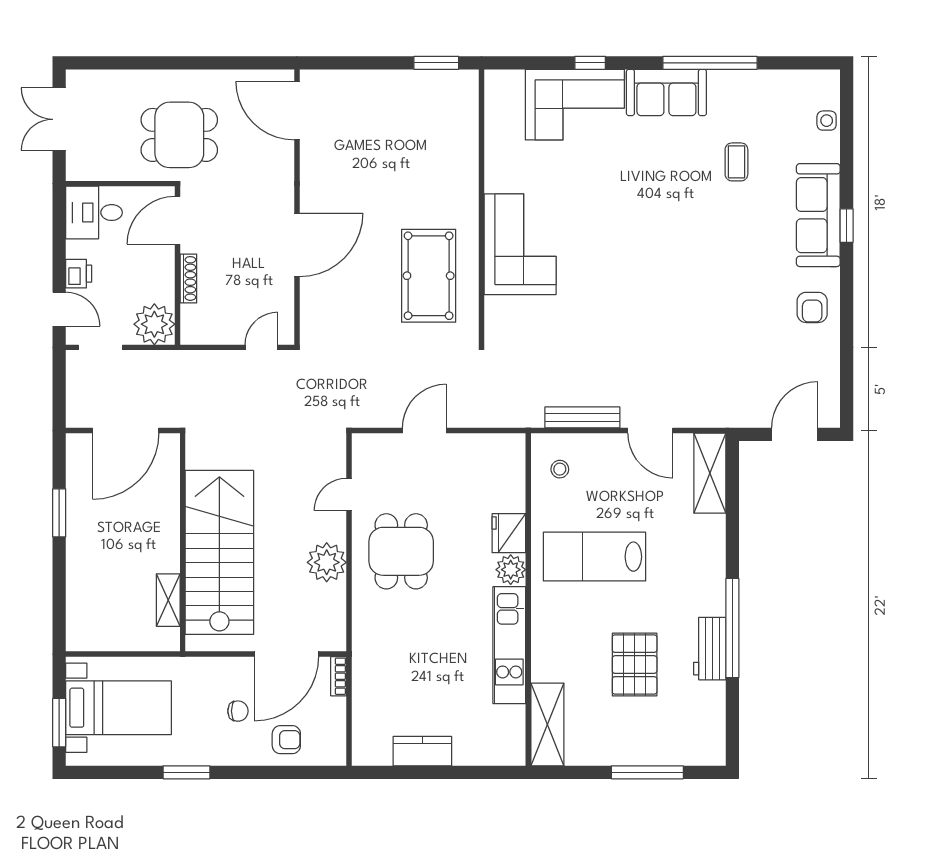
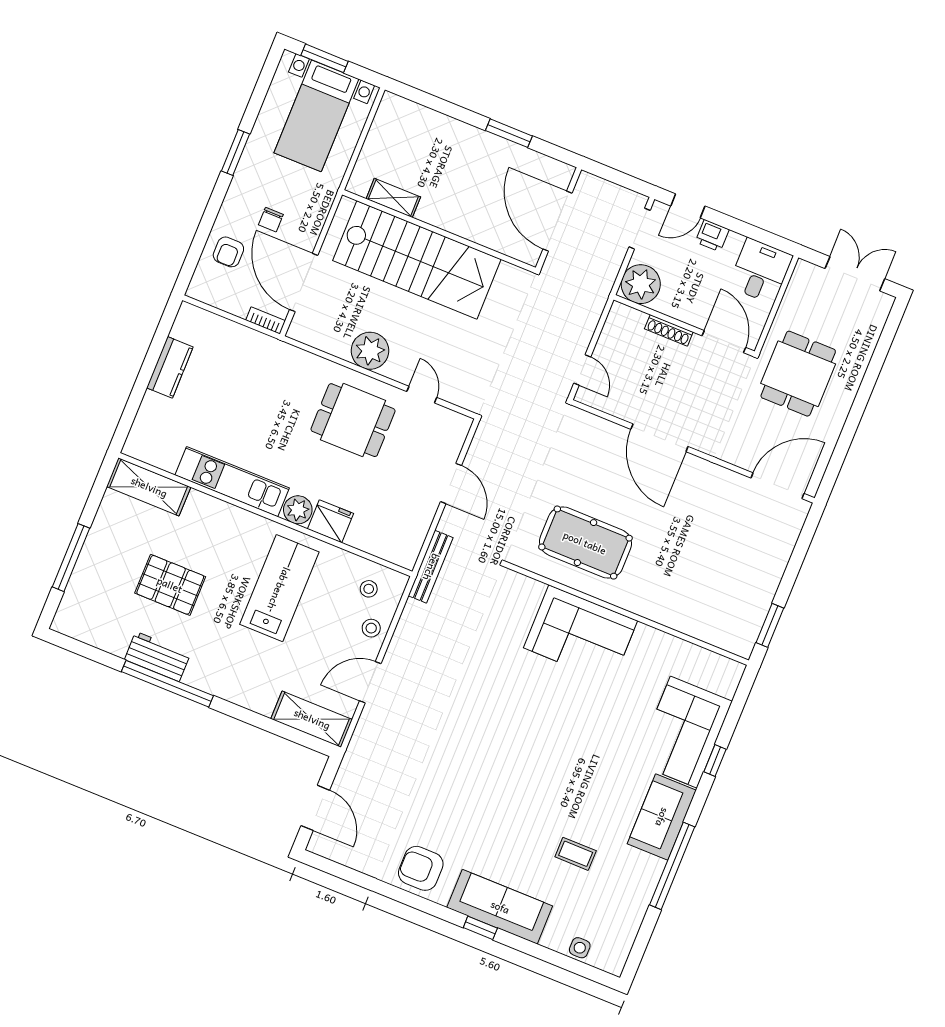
armchair: (812, 307) -> (421, 868), width x1.38, depth x1.38
bench: (582, 417) -> (431, 567), moved
stool: (597, 451) -> (371, 628), added

